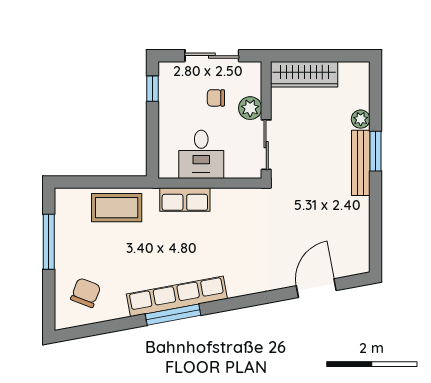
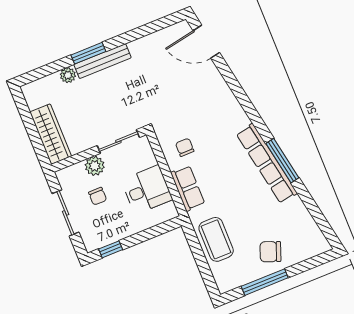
chair: (231, 214) -> (185, 147), added
door: (316, 288) -> (206, 42), moved
chair: (86, 293) -> (270, 252), moved

